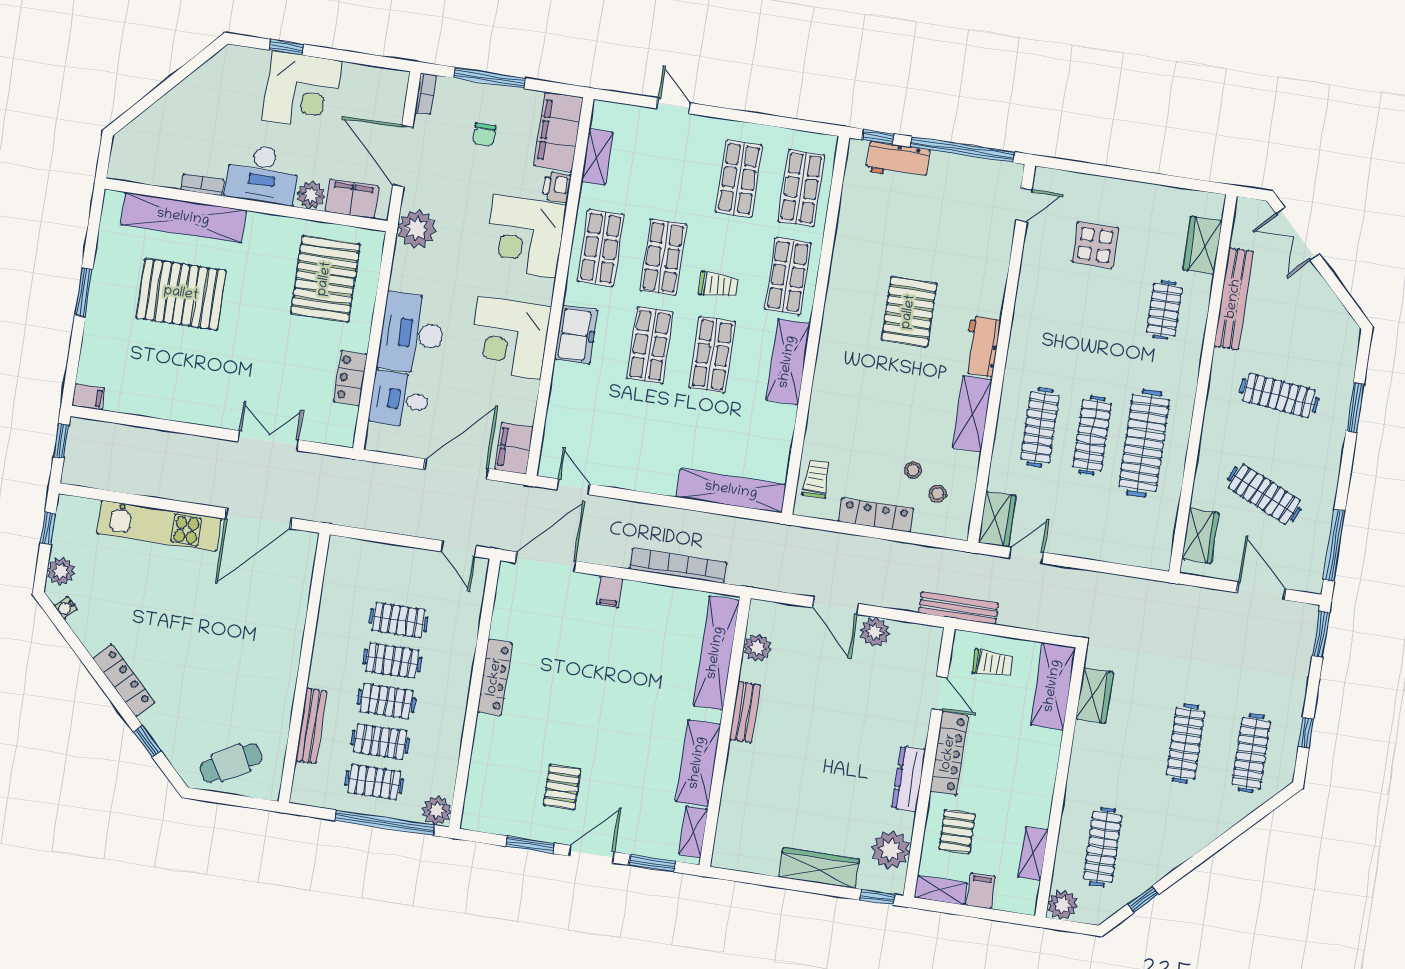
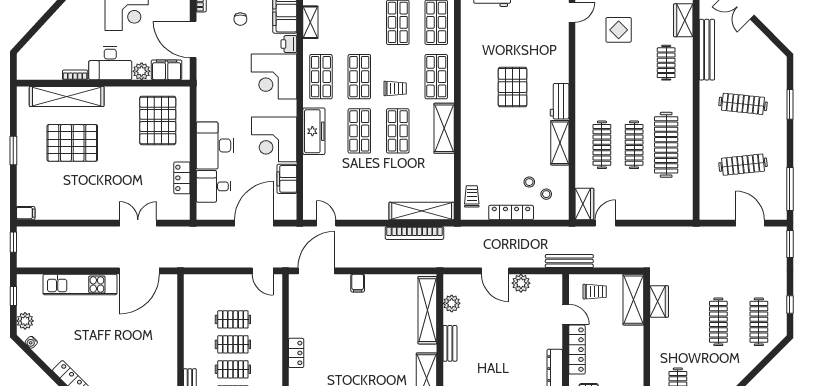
plant: (417, 229) -> (208, 82), removed
freezer: (576, 335) -> (314, 131), width x1.40
filing cabinet: (514, 448) -> (287, 179), moved
clothes rail: (1264, 494) -> (743, 165), turned -30
wardrobe: (1200, 536) -> (708, 195), removed
bookcase: (678, 566) -> (414, 233), moved, turned 180
locker: (495, 677) -> (296, 353), width x0.66

